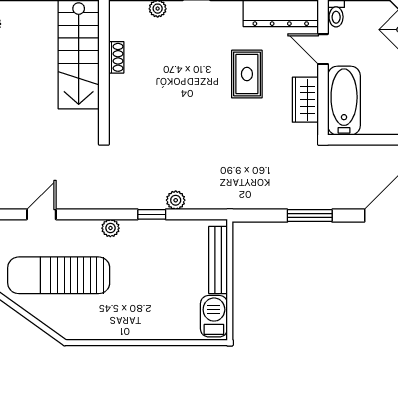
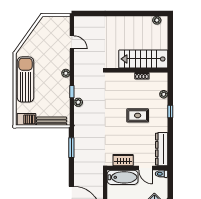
door: (323, 49) -> (146, 168), swing flipped
rug: (247, 74) -> (138, 115), moved
window: (310, 216) -> (71, 148), moved
sun lounger: (59, 275) -> (25, 79), moved

